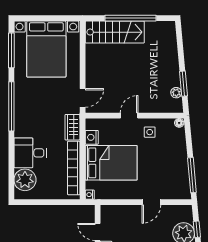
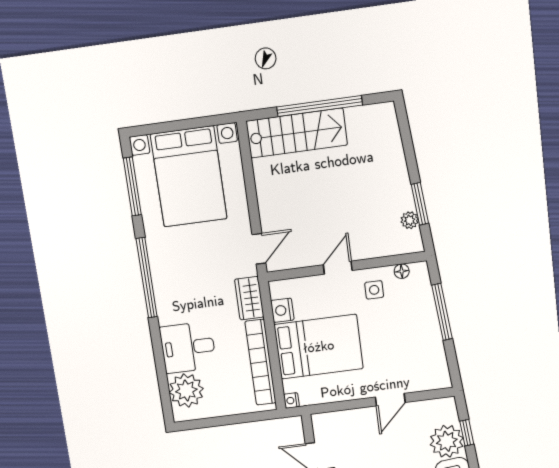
floor lamp: (179, 123) -> (402, 271), moved
window: (192, 175) -> (442, 312), moved

